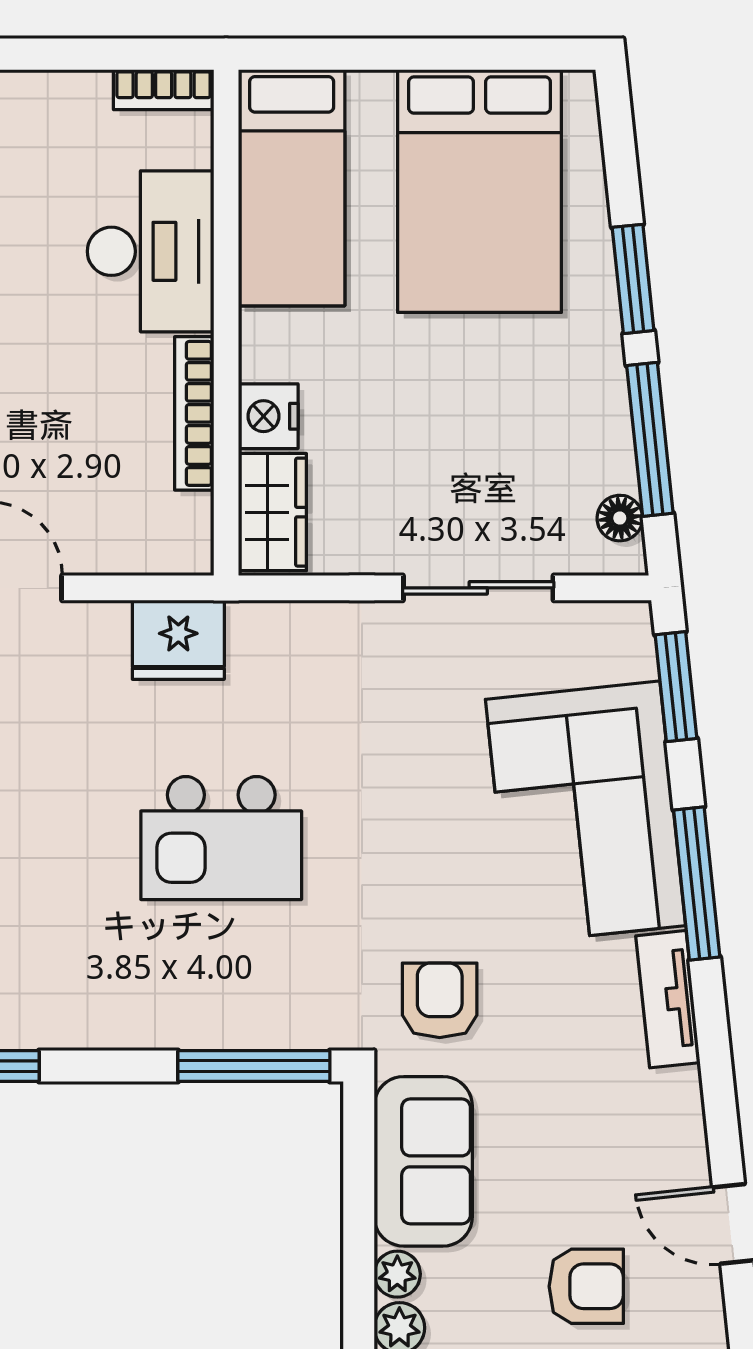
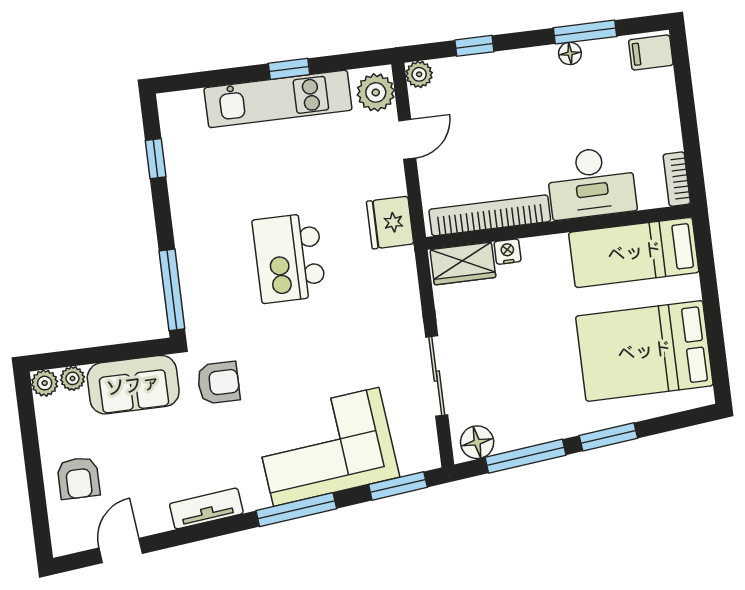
bookcase: (194, 413) -> (490, 215), width x1.48, depth x1.31
nightstand: (268, 416) -> (508, 252), width x0.72, depth x0.74
floor lamp: (620, 518) -> (477, 442), width x1.37, depth x1.37
tv unit: (668, 999) -> (206, 509), moved

